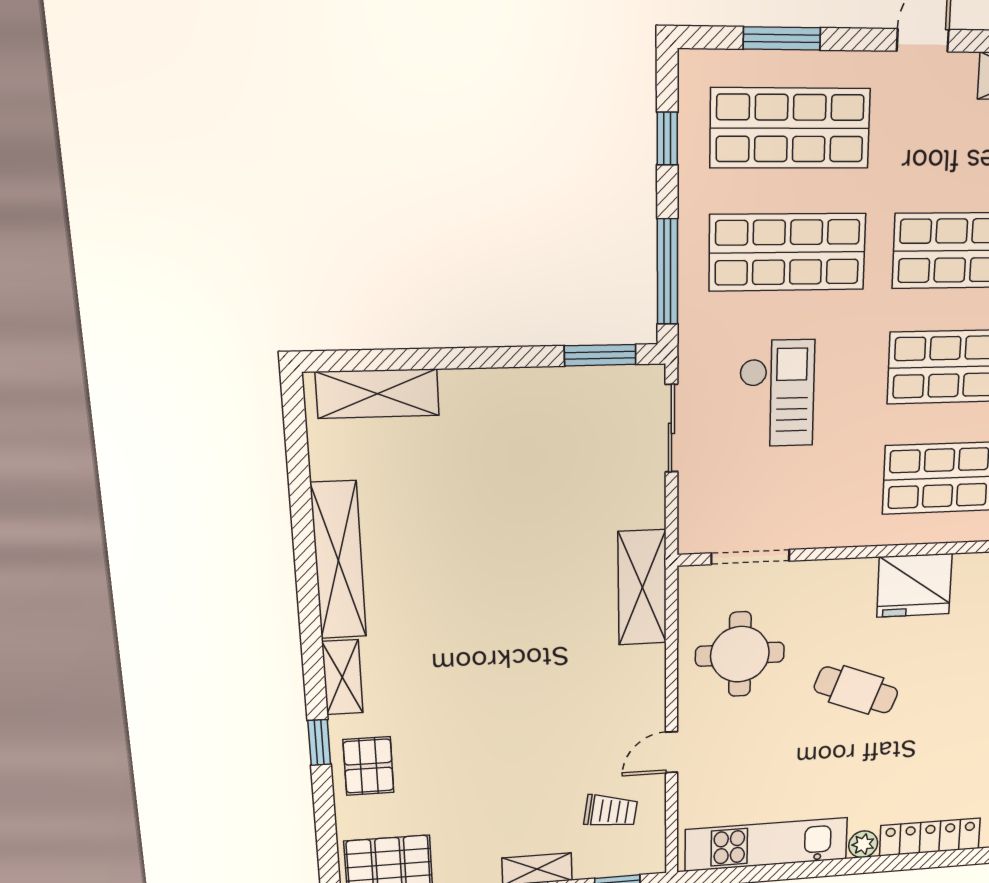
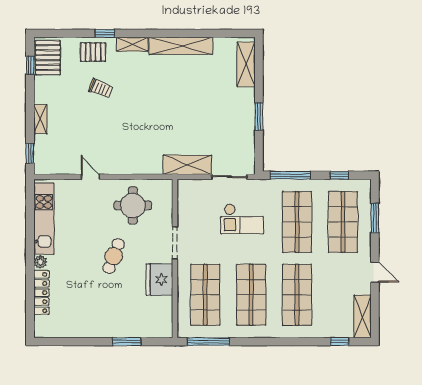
window: (600, 355) -> (259, 116), moved
doorway: (750, 557) -> (175, 243), moved
shelving: (642, 587) -> (187, 165), moved
trolley: (611, 811) -> (101, 88), moved, turned -78

